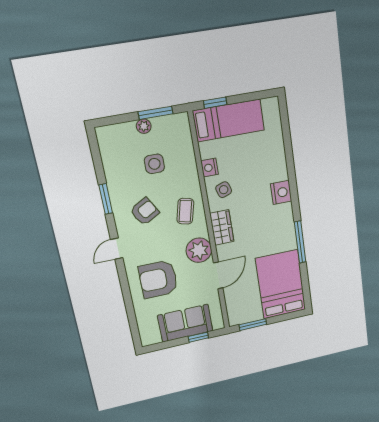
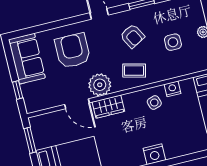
wardrobe: (222, 227) -> (108, 107), moved
sofa: (185, 323) -> (27, 59), moved

